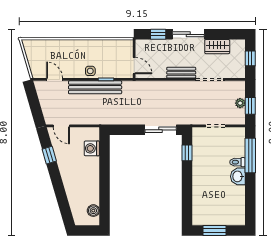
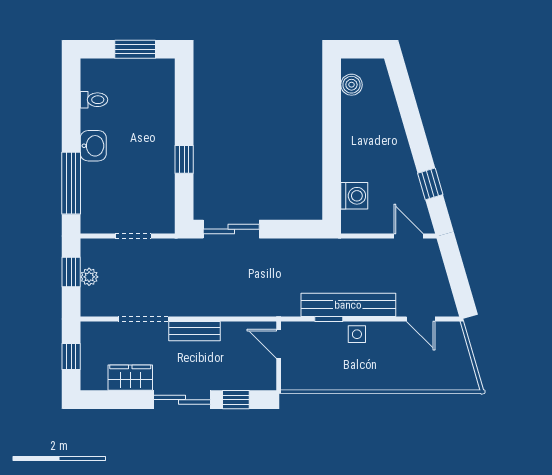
window: (187, 153) -> (184, 159), moved
toilet: (237, 162) -> (94, 100), moved

